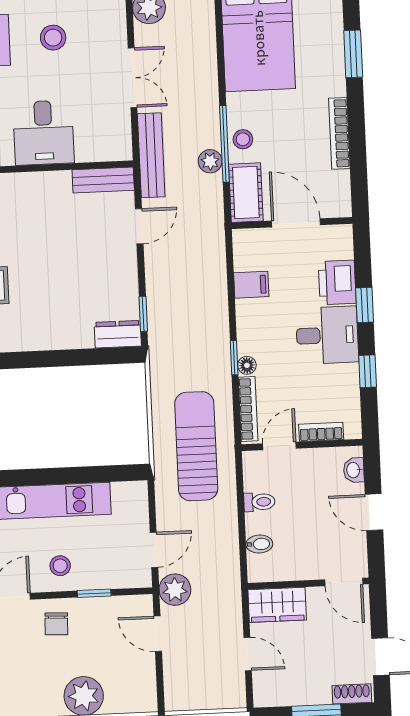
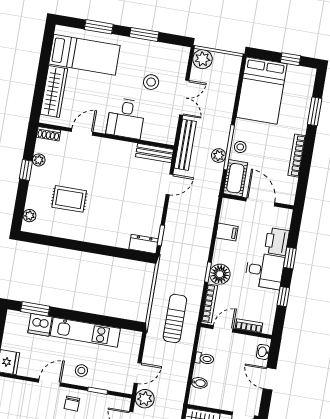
stool: (53, 38) -> (151, 82), moved
floor lamp: (247, 365) -> (220, 274), width x1.89, depth x1.89
sun lounger: (196, 446) -> (175, 318), width x0.73, depth x0.75

